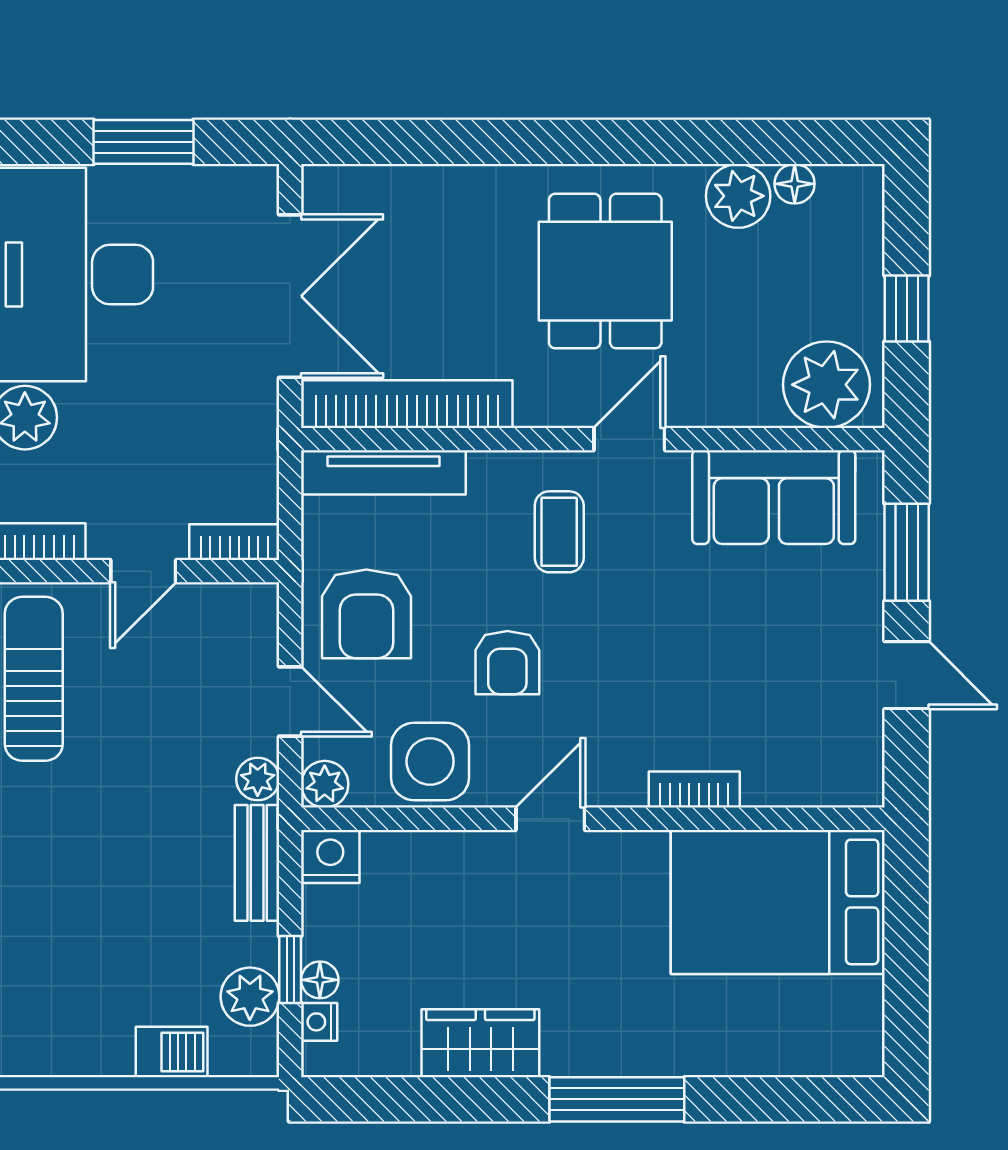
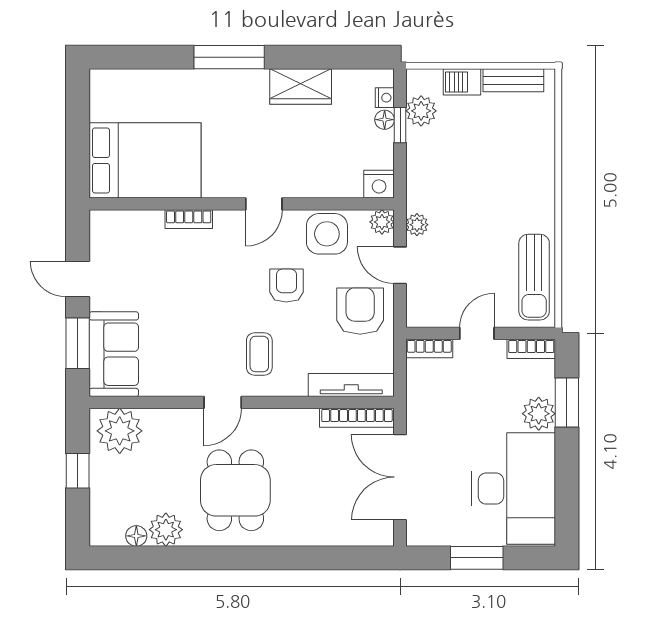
bookcase: (407, 404) -> (357, 418), width x0.68, depth x0.76
sofa: (774, 497) -> (114, 354), moved, turned 90
bench: (257, 863) -> (513, 80), moved, turned 90

